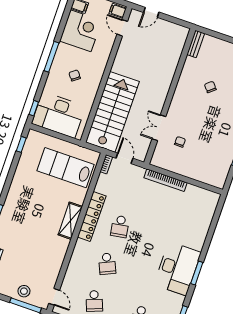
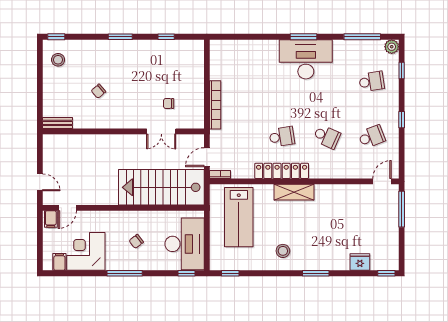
school desk: (107, 264) -> (327, 137), turned 48
stool: (24, 291) -> (283, 251), moved

